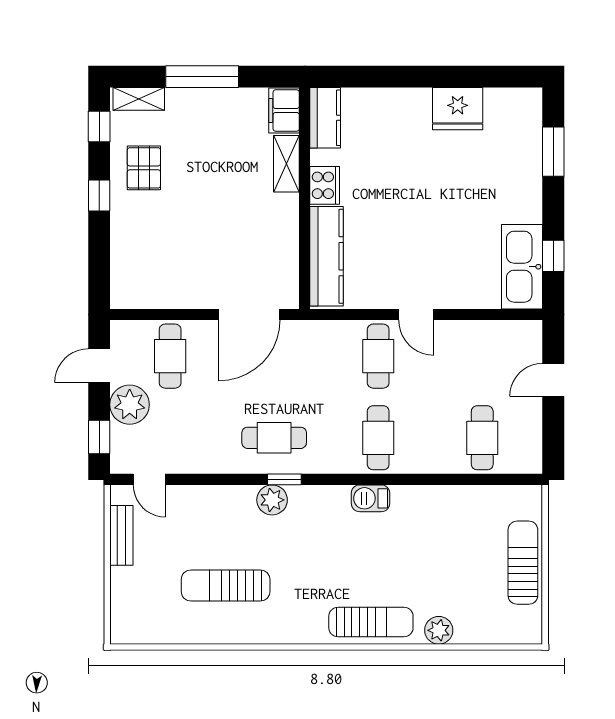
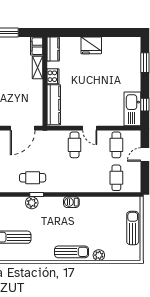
fridge: (458, 109) -> (91, 45), moved
cafe table: (378, 438) -> (116, 145), moved

